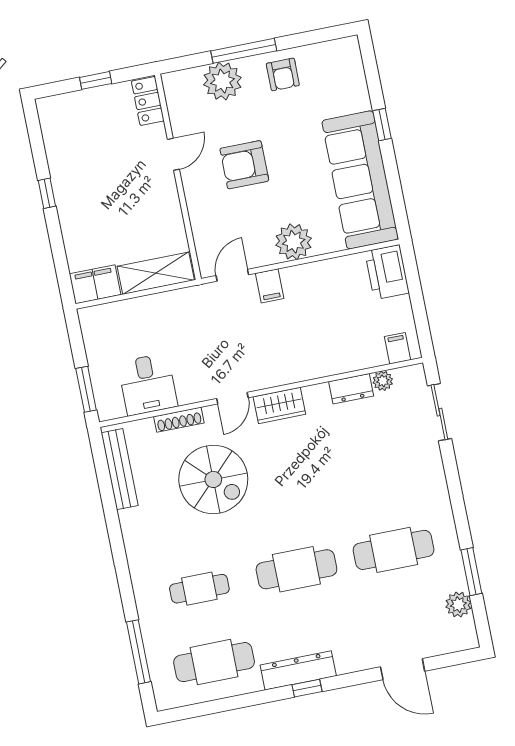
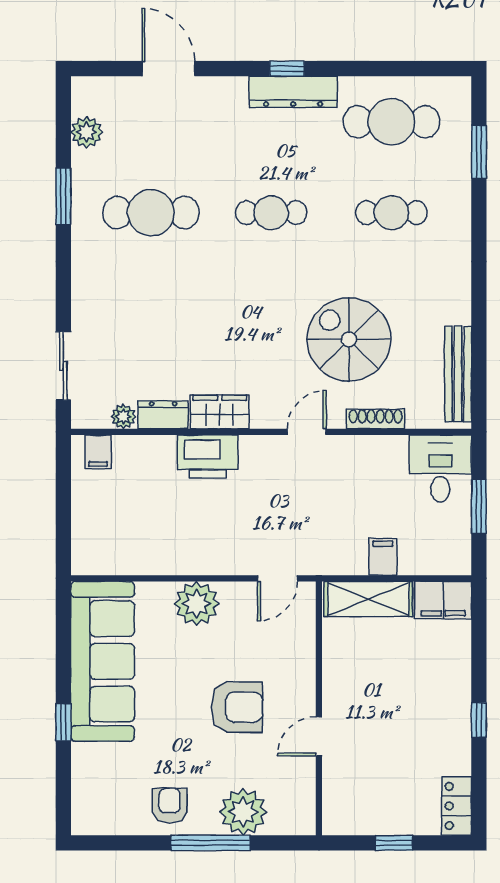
locker: (148, 101) -> (457, 806), moved, turned 180
printer: (387, 272) -> (208, 456), moved, turned 90
filing cabinet: (270, 286) -> (383, 557), moved
desk: (148, 384) -> (440, 468), moved
window: (86, 389) -> (479, 506), moved
wardrobe: (279, 405) -> (220, 412), moved
cafe table: (296, 569) -> (271, 213), width x0.73, depth x0.74
window: (471, 572) -> (63, 196), moved
window: (139, 652) -> (479, 152), width x0.69

